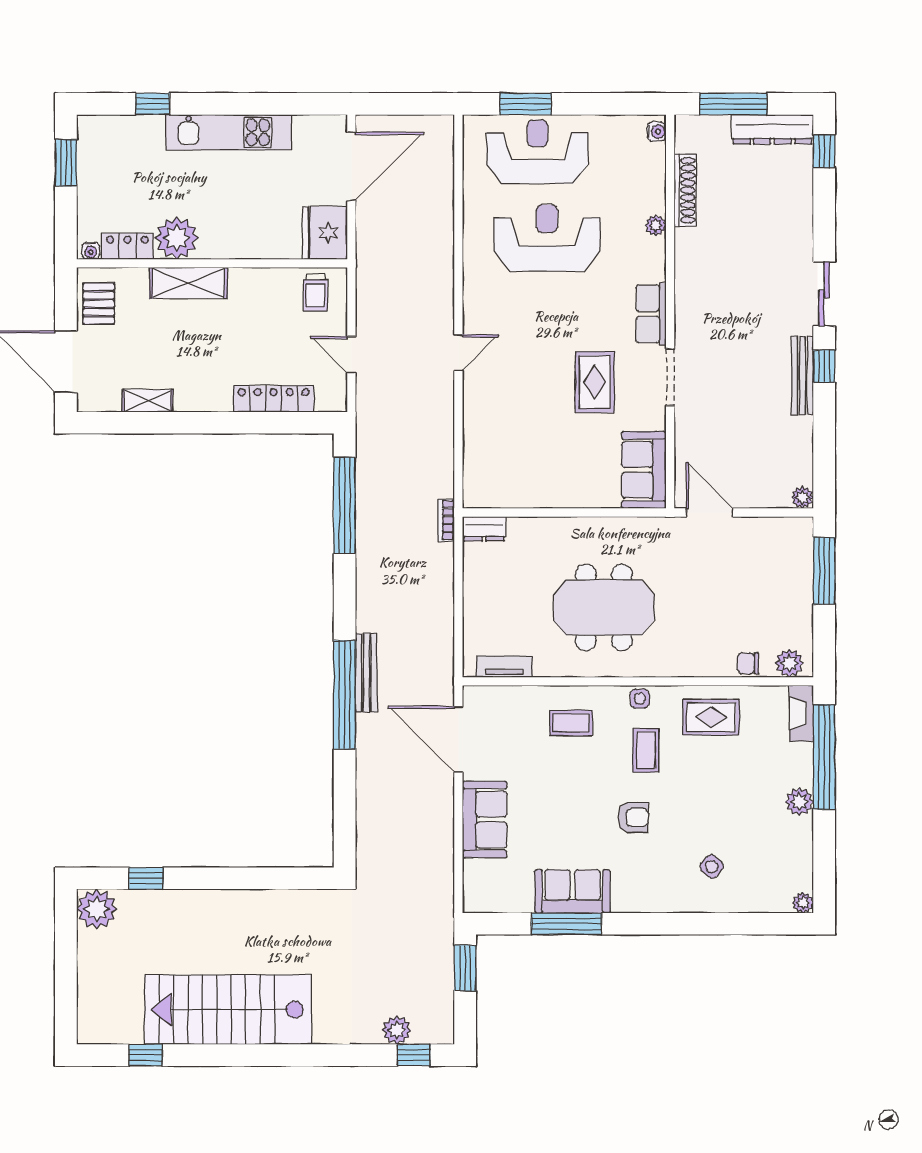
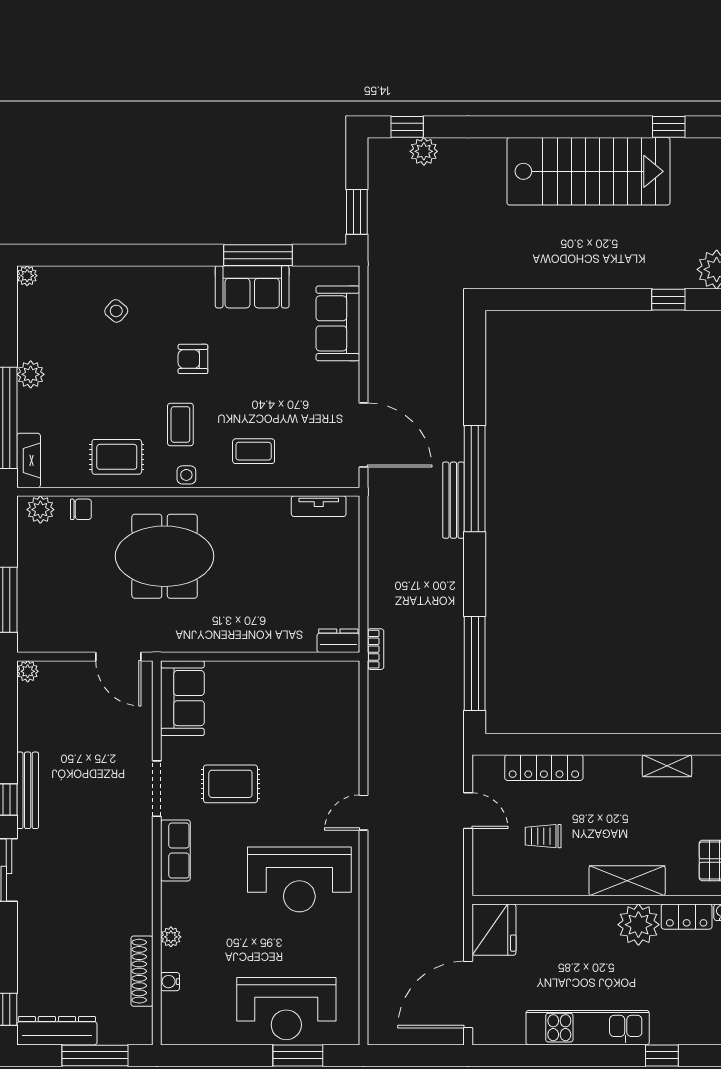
water cooler: (657, 132) -> (170, 982), moved
reception desk: (547, 238) -> (299, 879), moved
trolley: (316, 293) -> (543, 836), moved, turned -90
rug: (595, 382) -> (230, 784), turned 90
meeting table: (604, 607) -> (165, 556), moved
sofa: (485, 819) -> (338, 323), moved

